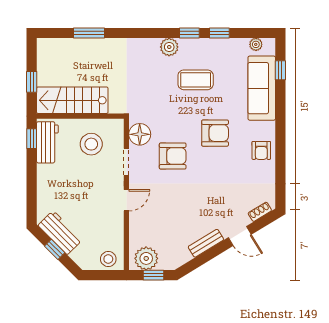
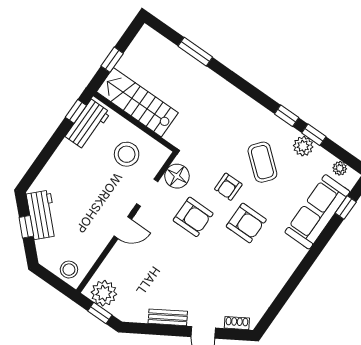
plant: (169, 47) -> (303, 146), moved
coffee table: (196, 80) -> (262, 162), turned 40
armchair: (261, 150) -> (228, 187), moved

